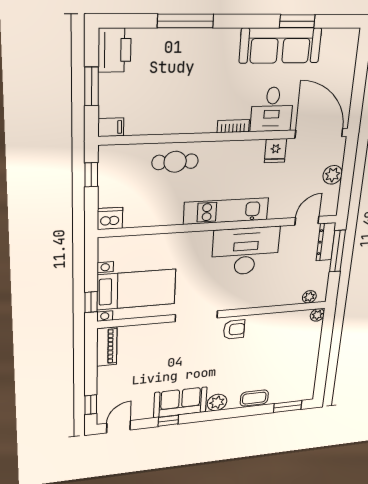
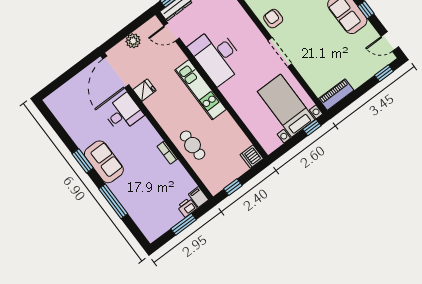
window: (297, 21) -> (83, 161), moved
sofa: (280, 45) -> (104, 162), moved, width x0.73
printer: (115, 50) -> (187, 207), moved, width x0.53, depth x0.68
bookcase: (233, 126) -> (167, 153), moved

